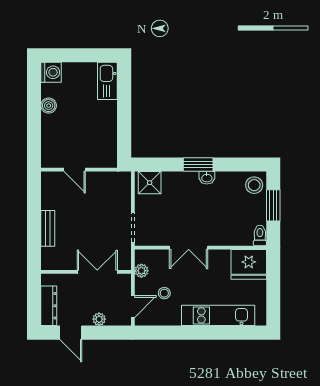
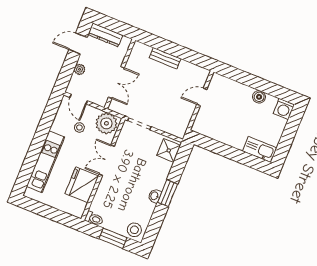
fridge: (249, 264) -> (82, 185), moved
plant: (141, 271) -> (106, 123), width x1.87, depth x1.87

